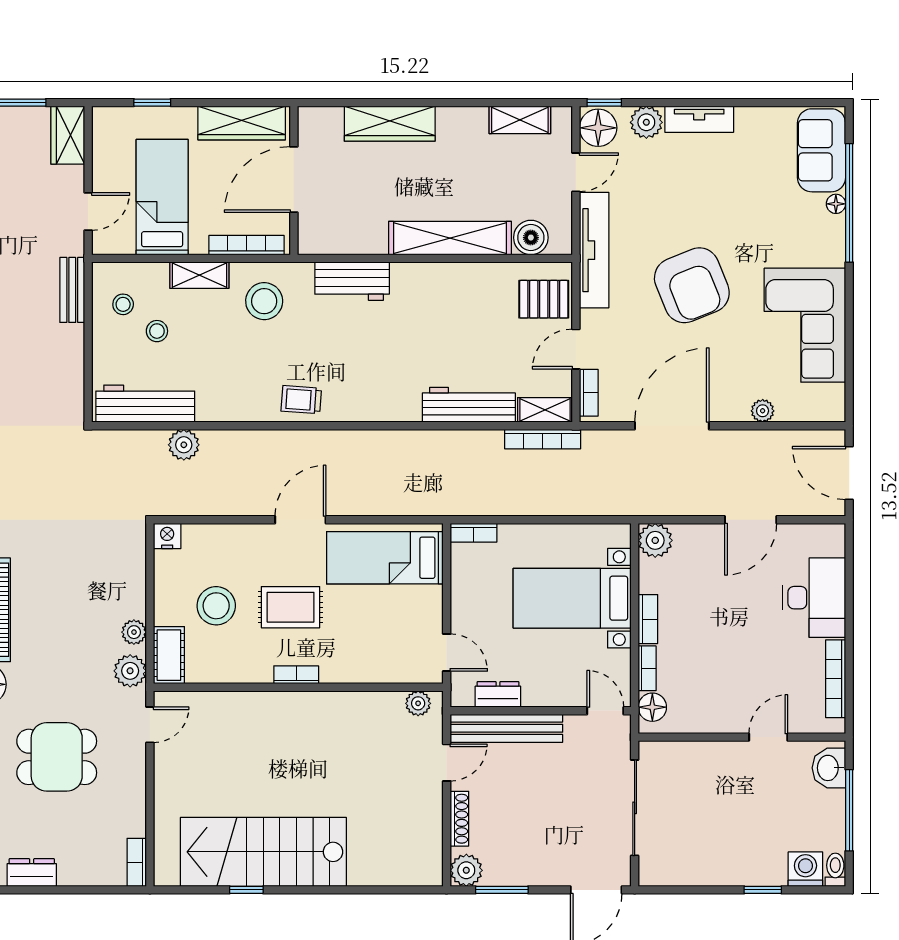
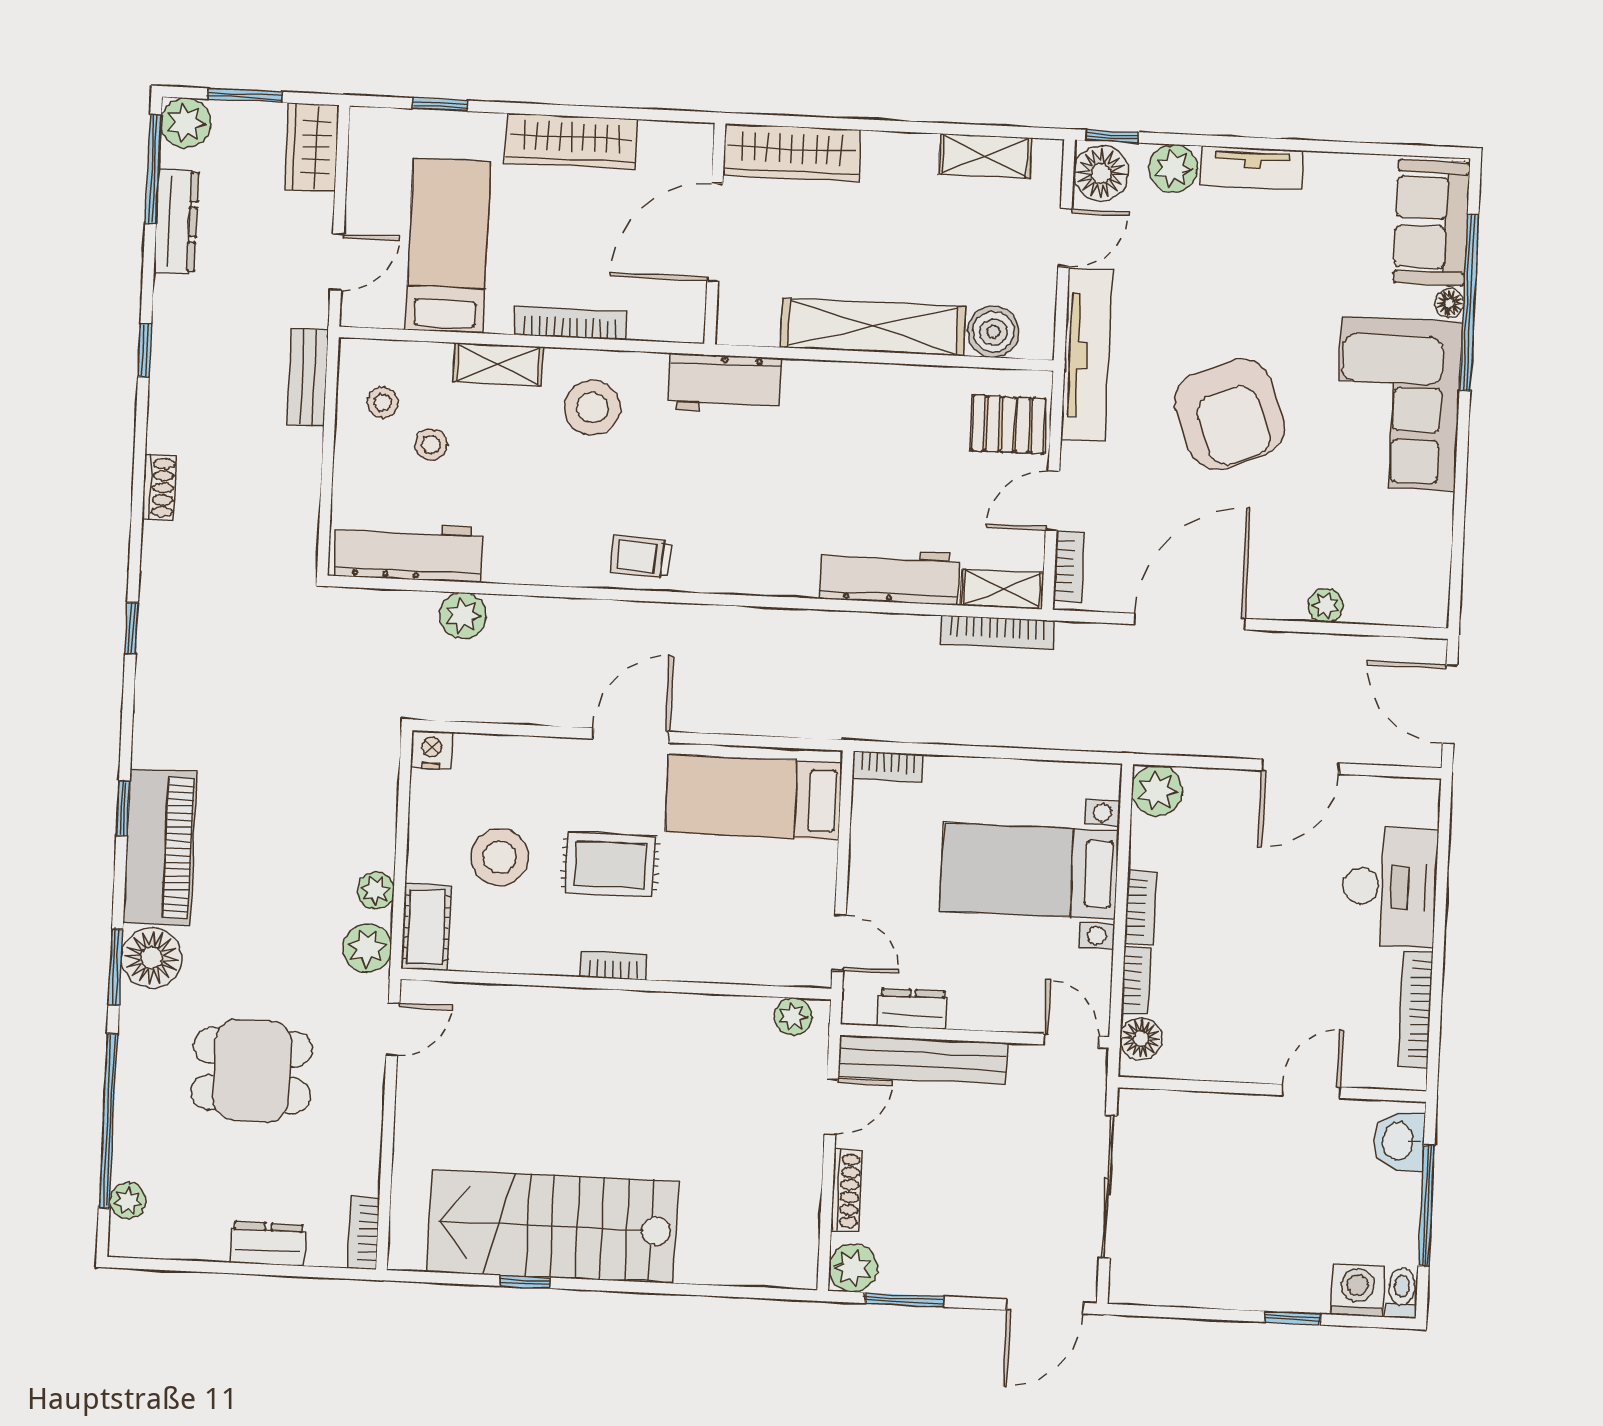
door: (294, 180) -> (715, 232), moved
wall: (294, 180) -> (715, 234), moved
corner sofa: (805, 325) -> (1398, 403), moved
dresser: (32, 873) -> (268, 1244), moved

